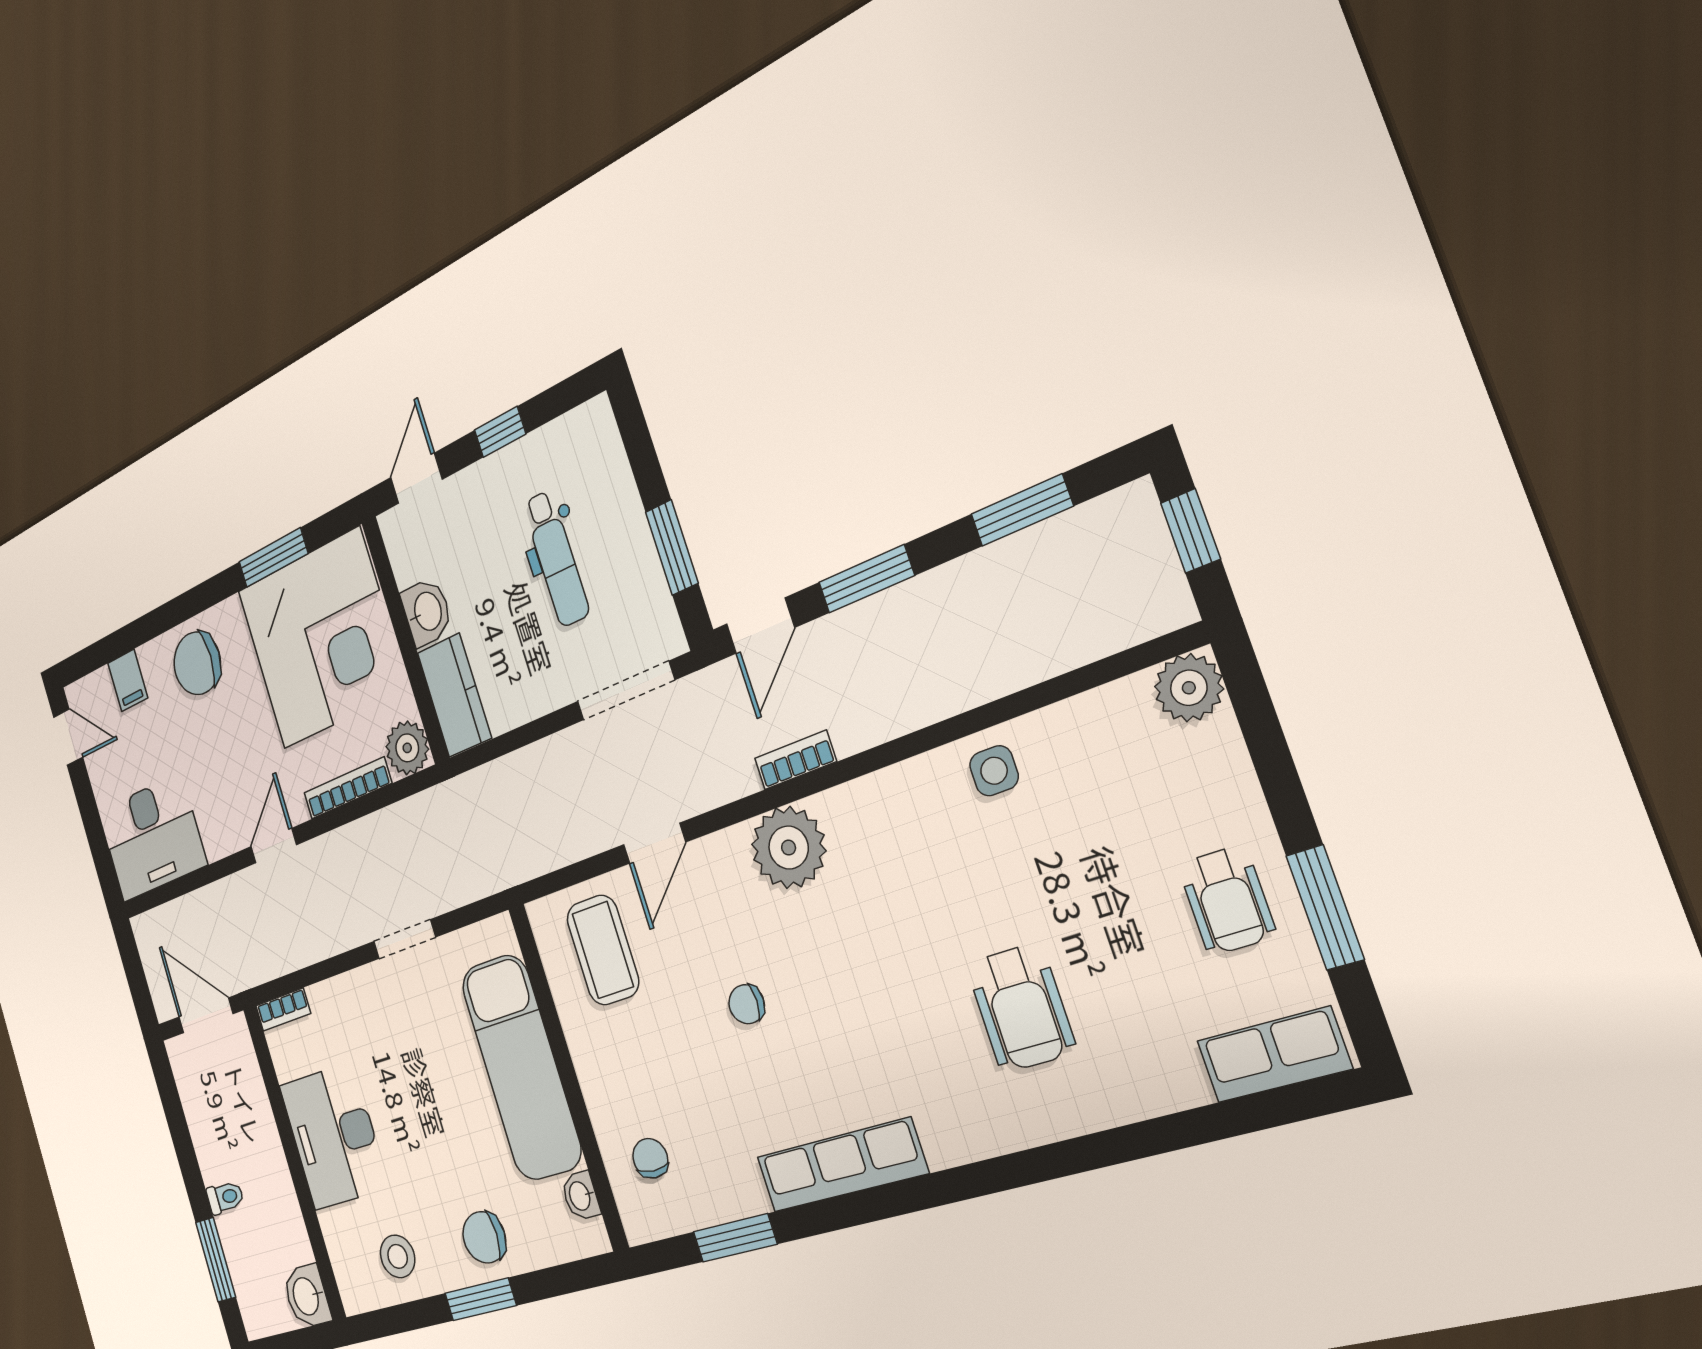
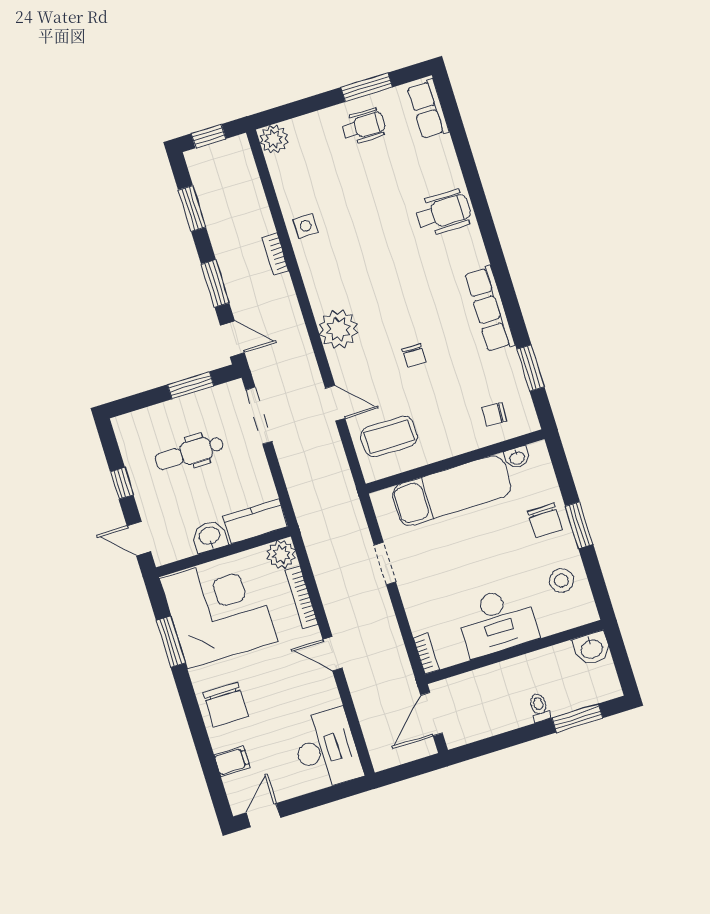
dental chair: (556, 559) -> (190, 453), turned 180
bookcase: (795, 760) -> (275, 254), moved
wheelchair: (1021, 1008) -> (443, 213), moved

